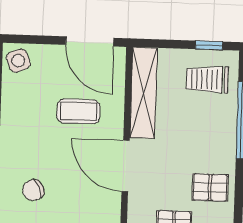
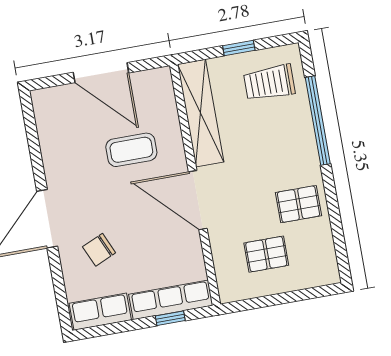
door: (90, 41) -> (101, 73), moved
window: (209, 45) -> (239, 48), moved
side table: (18, 61) -> (51, 107), removed

